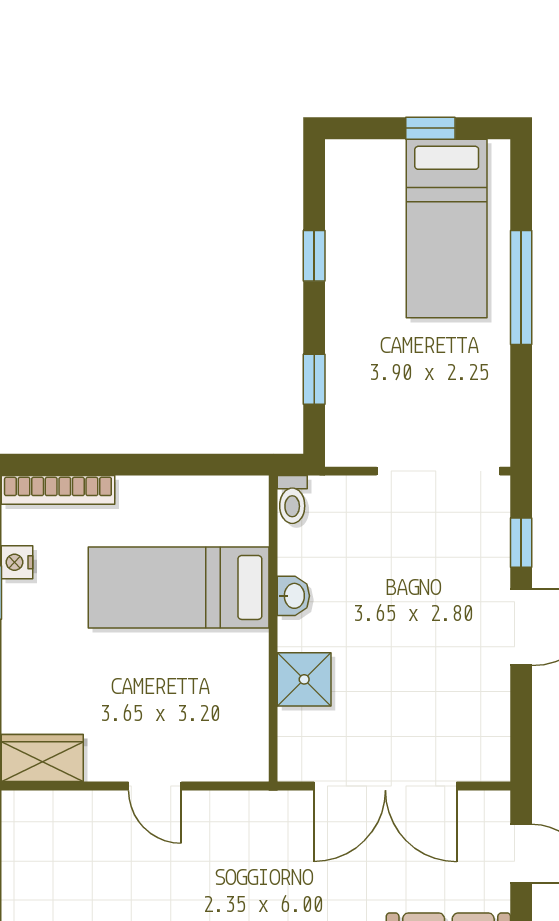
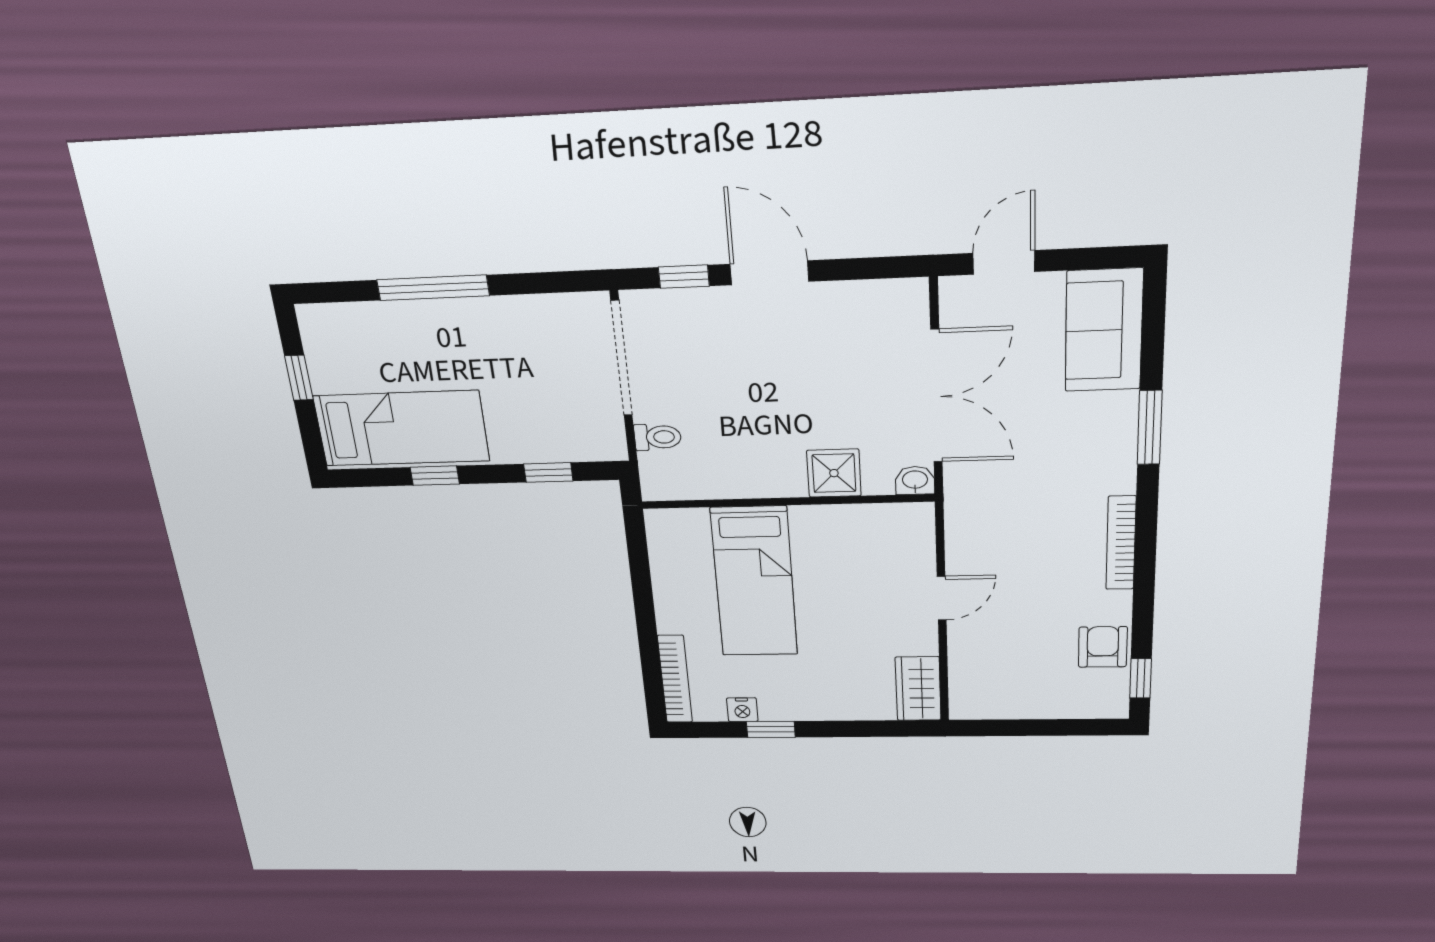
bed: (447, 228) -> (401, 428), moved
toilet: (292, 500) -> (658, 437), moved
washbasin: (293, 596) -> (915, 480), moved

